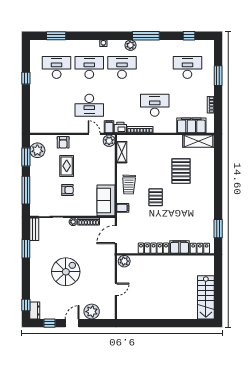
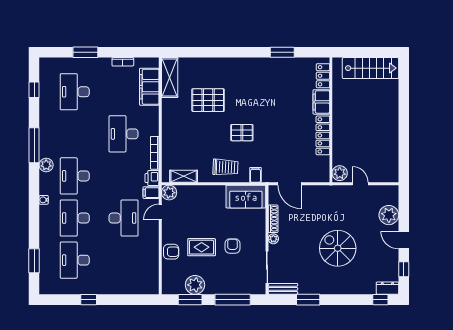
plant: (37, 150) -> (195, 285), moved
filing cabinet: (179, 247) -> (321, 102), moved
locker: (154, 248) -> (323, 135), moved
locker: (200, 248) -> (323, 76), moved
wall: (166, 254) -> (331, 120), moved
plant: (124, 261) -> (340, 173), moved

